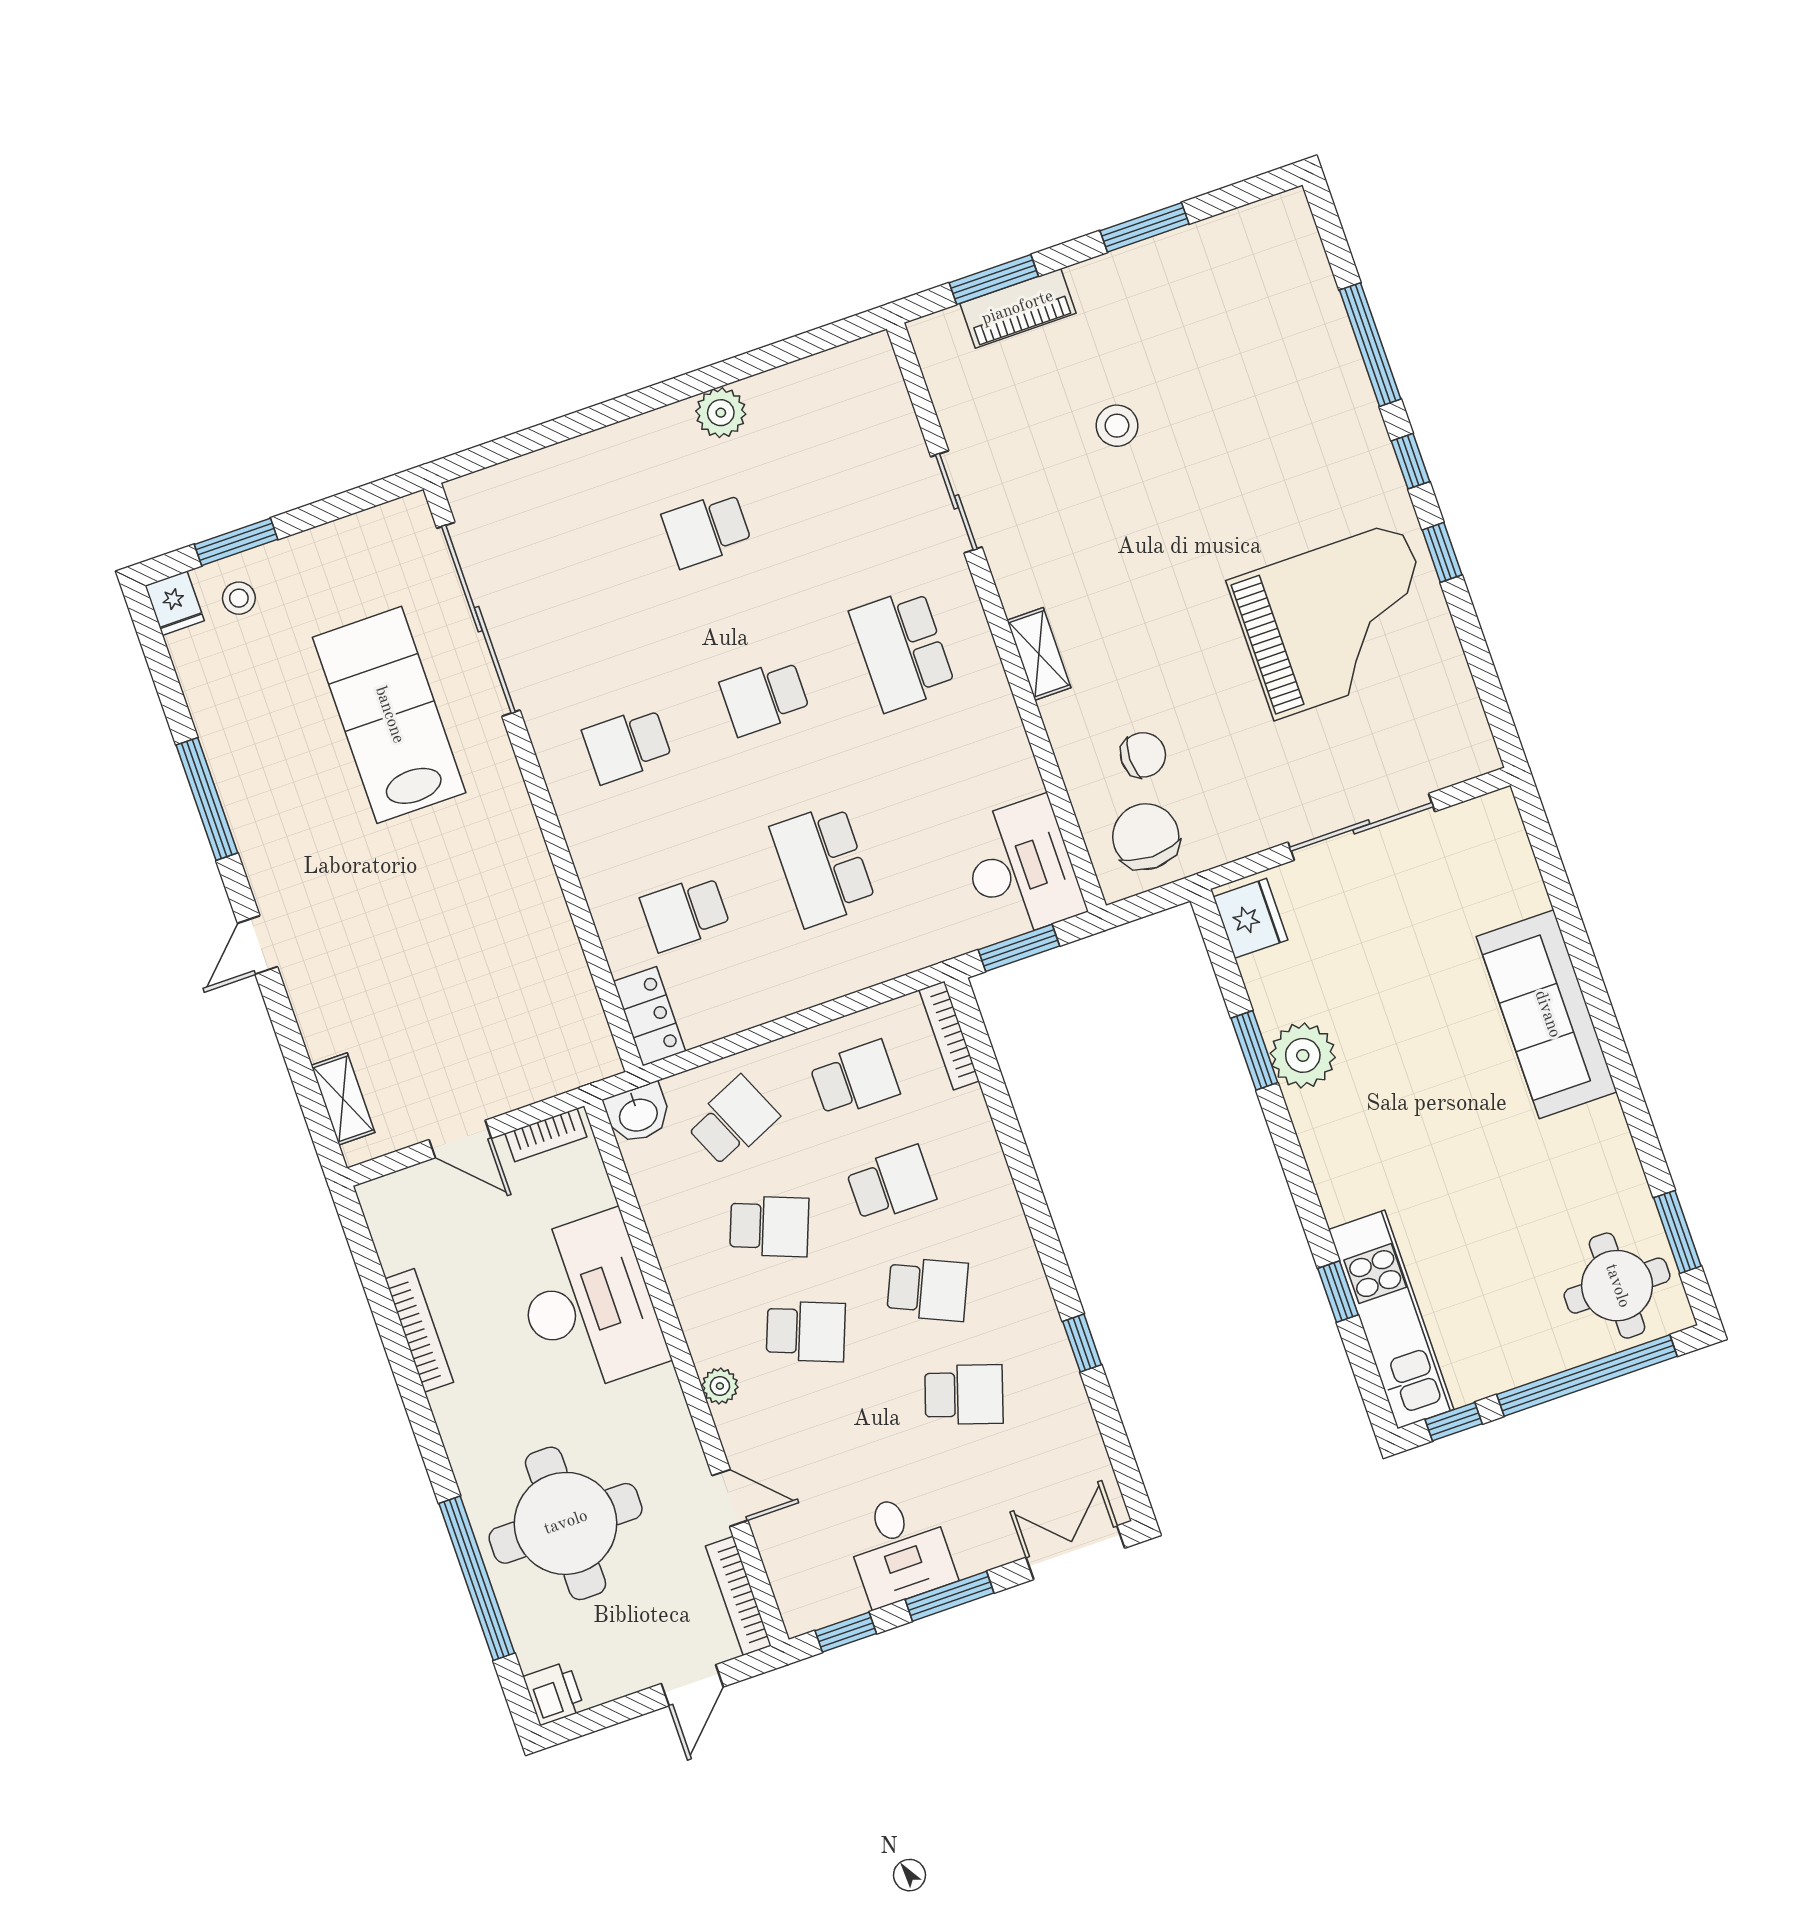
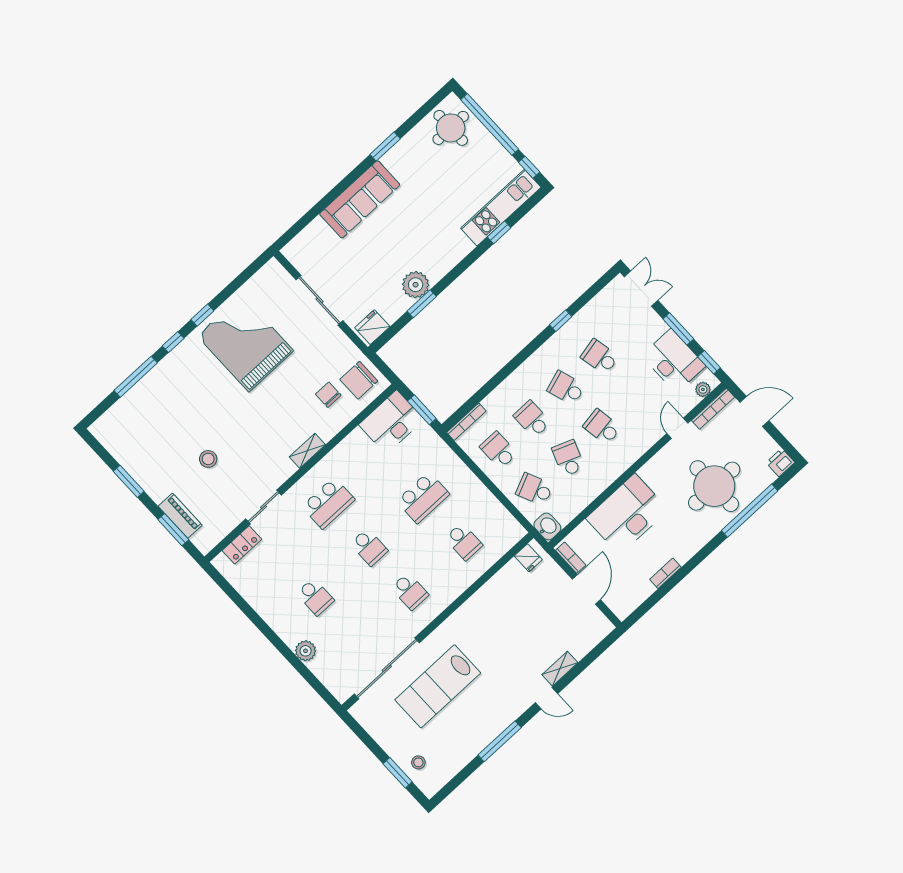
plant: (721, 413) -> (306, 651), moved
fridge: (175, 603) -> (528, 558), moved, turned 90
locker: (650, 1016) -> (242, 545), moved, turned 180
shelving: (343, 1099) -> (560, 669), moved
door: (460, 1139) -> (586, 589), width x1.38
window: (1677, 1232) -> (385, 147), moved
school desk: (927, 1289) -> (566, 388), turned -42
bookcase: (419, 1330) -> (665, 573), width x0.64
school desk: (806, 1331) -> (602, 427), turned -30
plant: (720, 1386) -> (703, 389), moved
school desk: (964, 1395) -> (600, 357), turned -30
desk: (900, 1549) -> (674, 361), width x1.37
double door: (1075, 1553) -> (641, 289), swing flipped
door: (692, 1685) -> (754, 411), width x1.38

